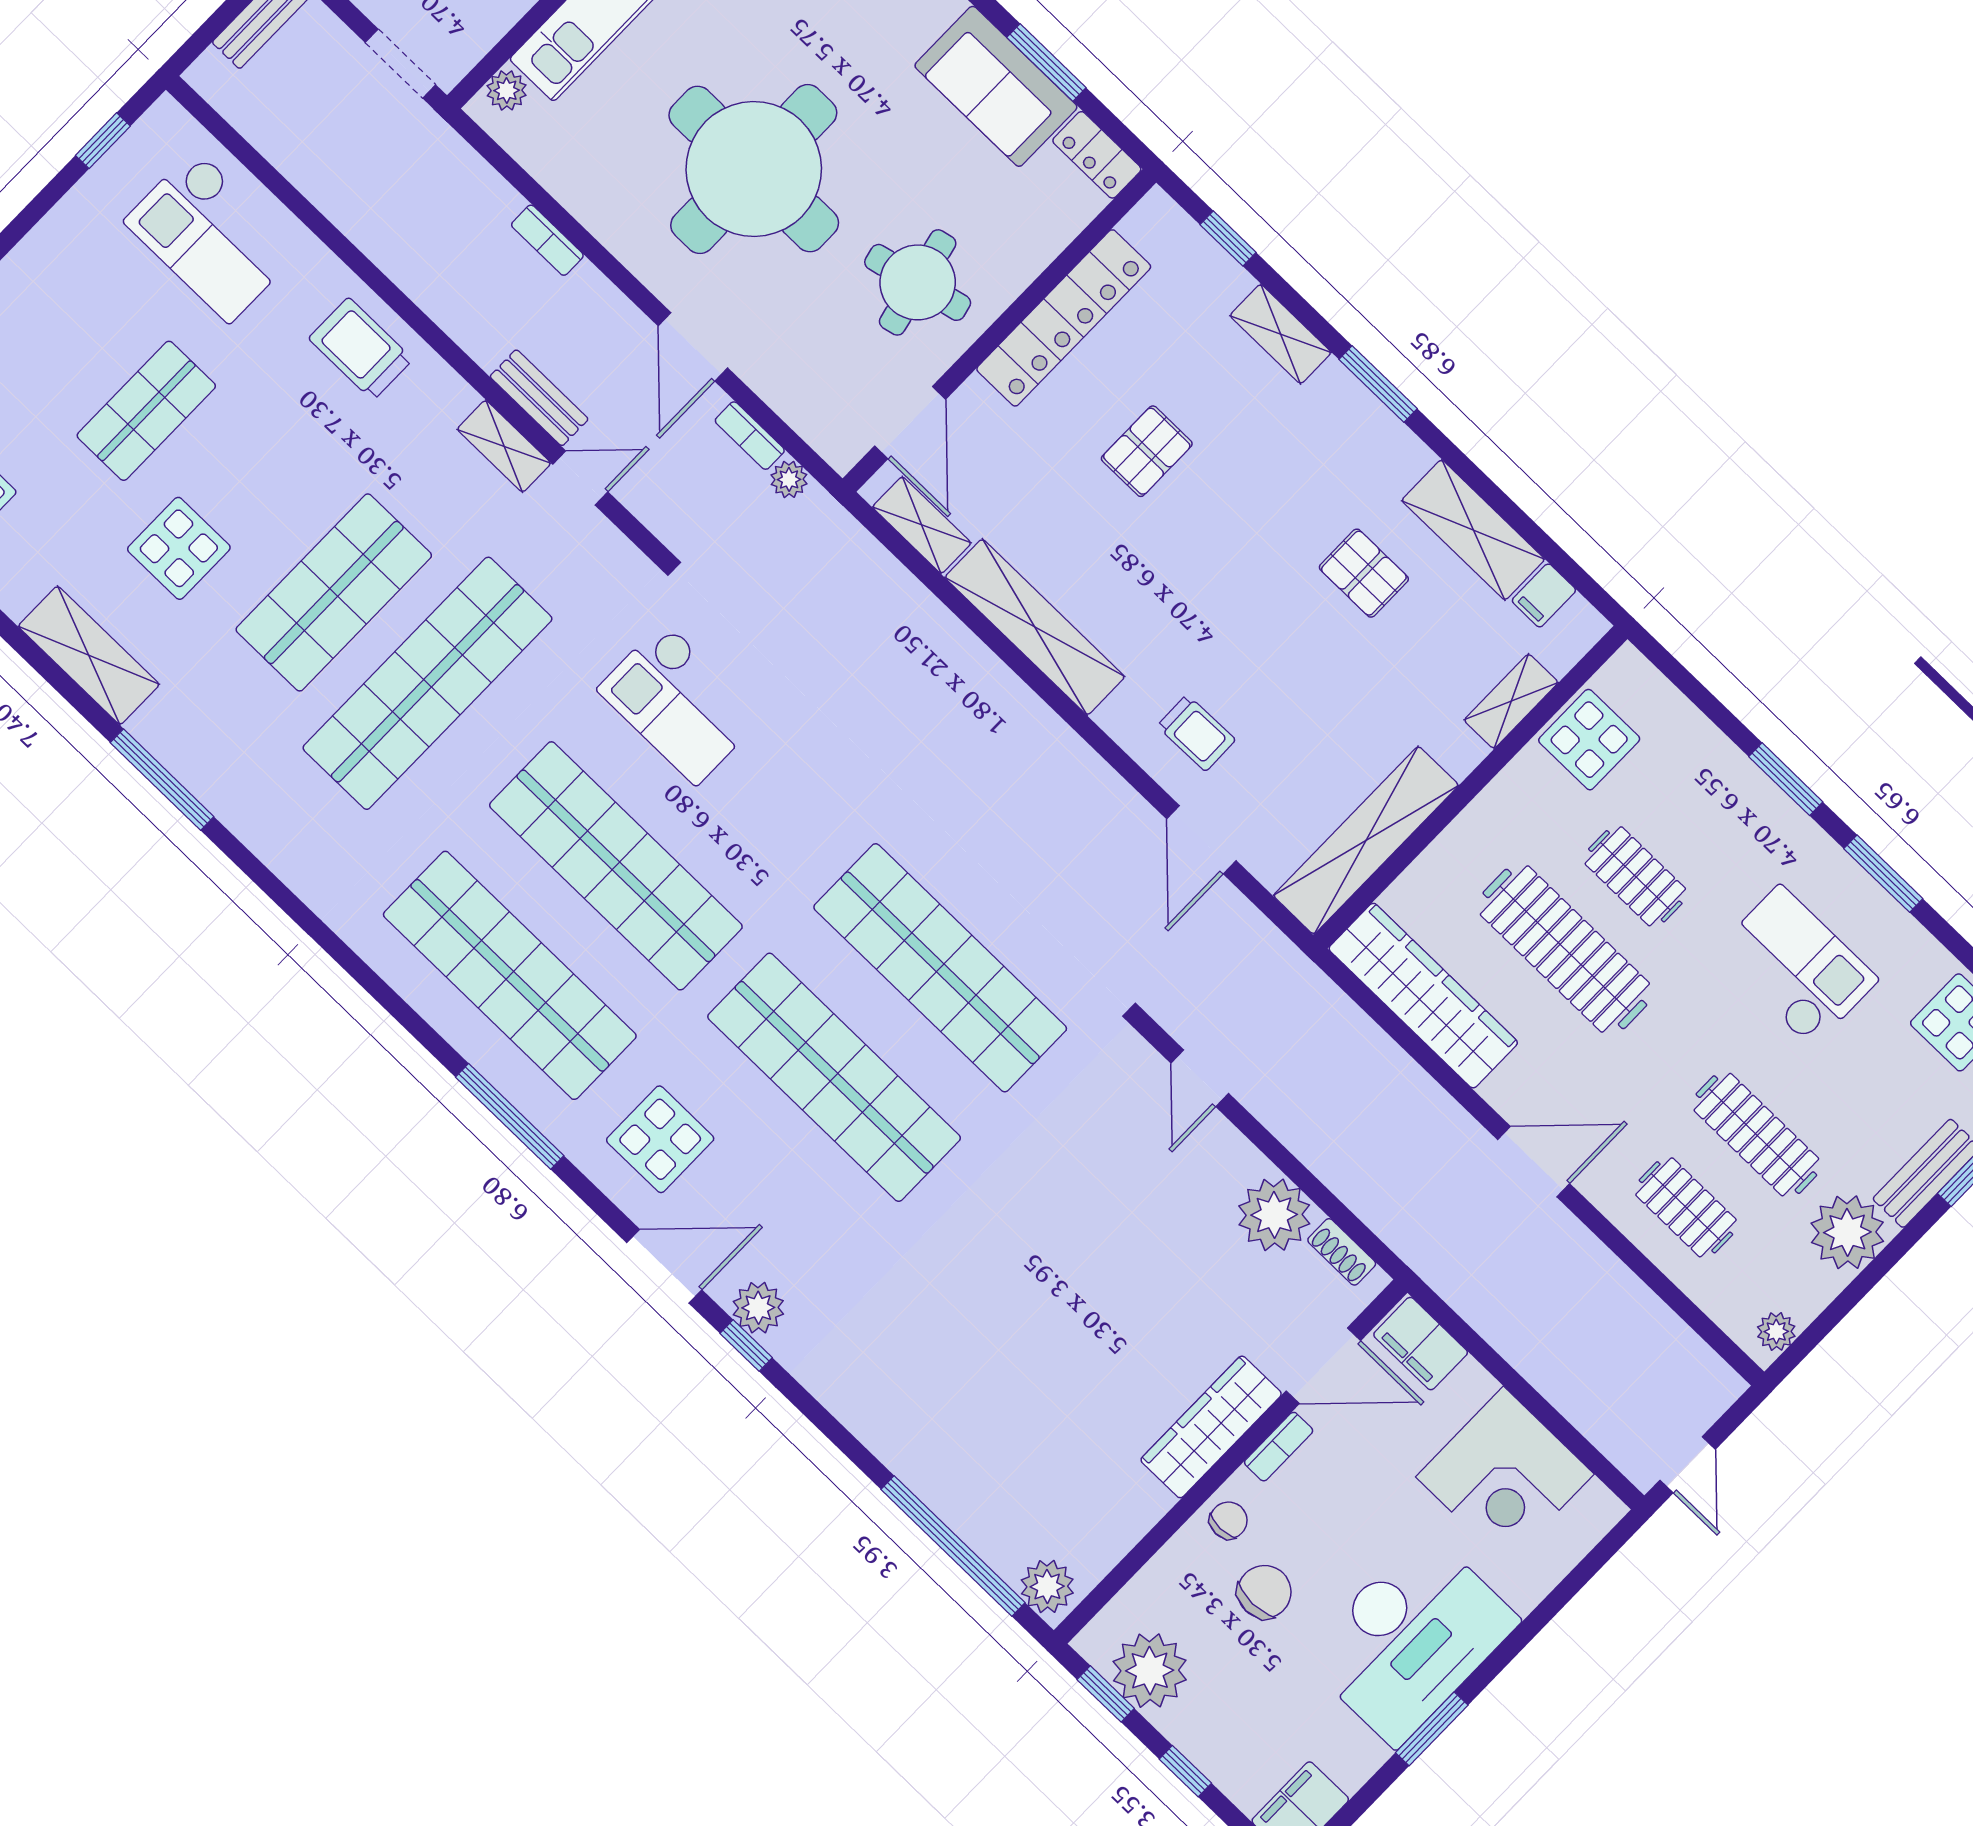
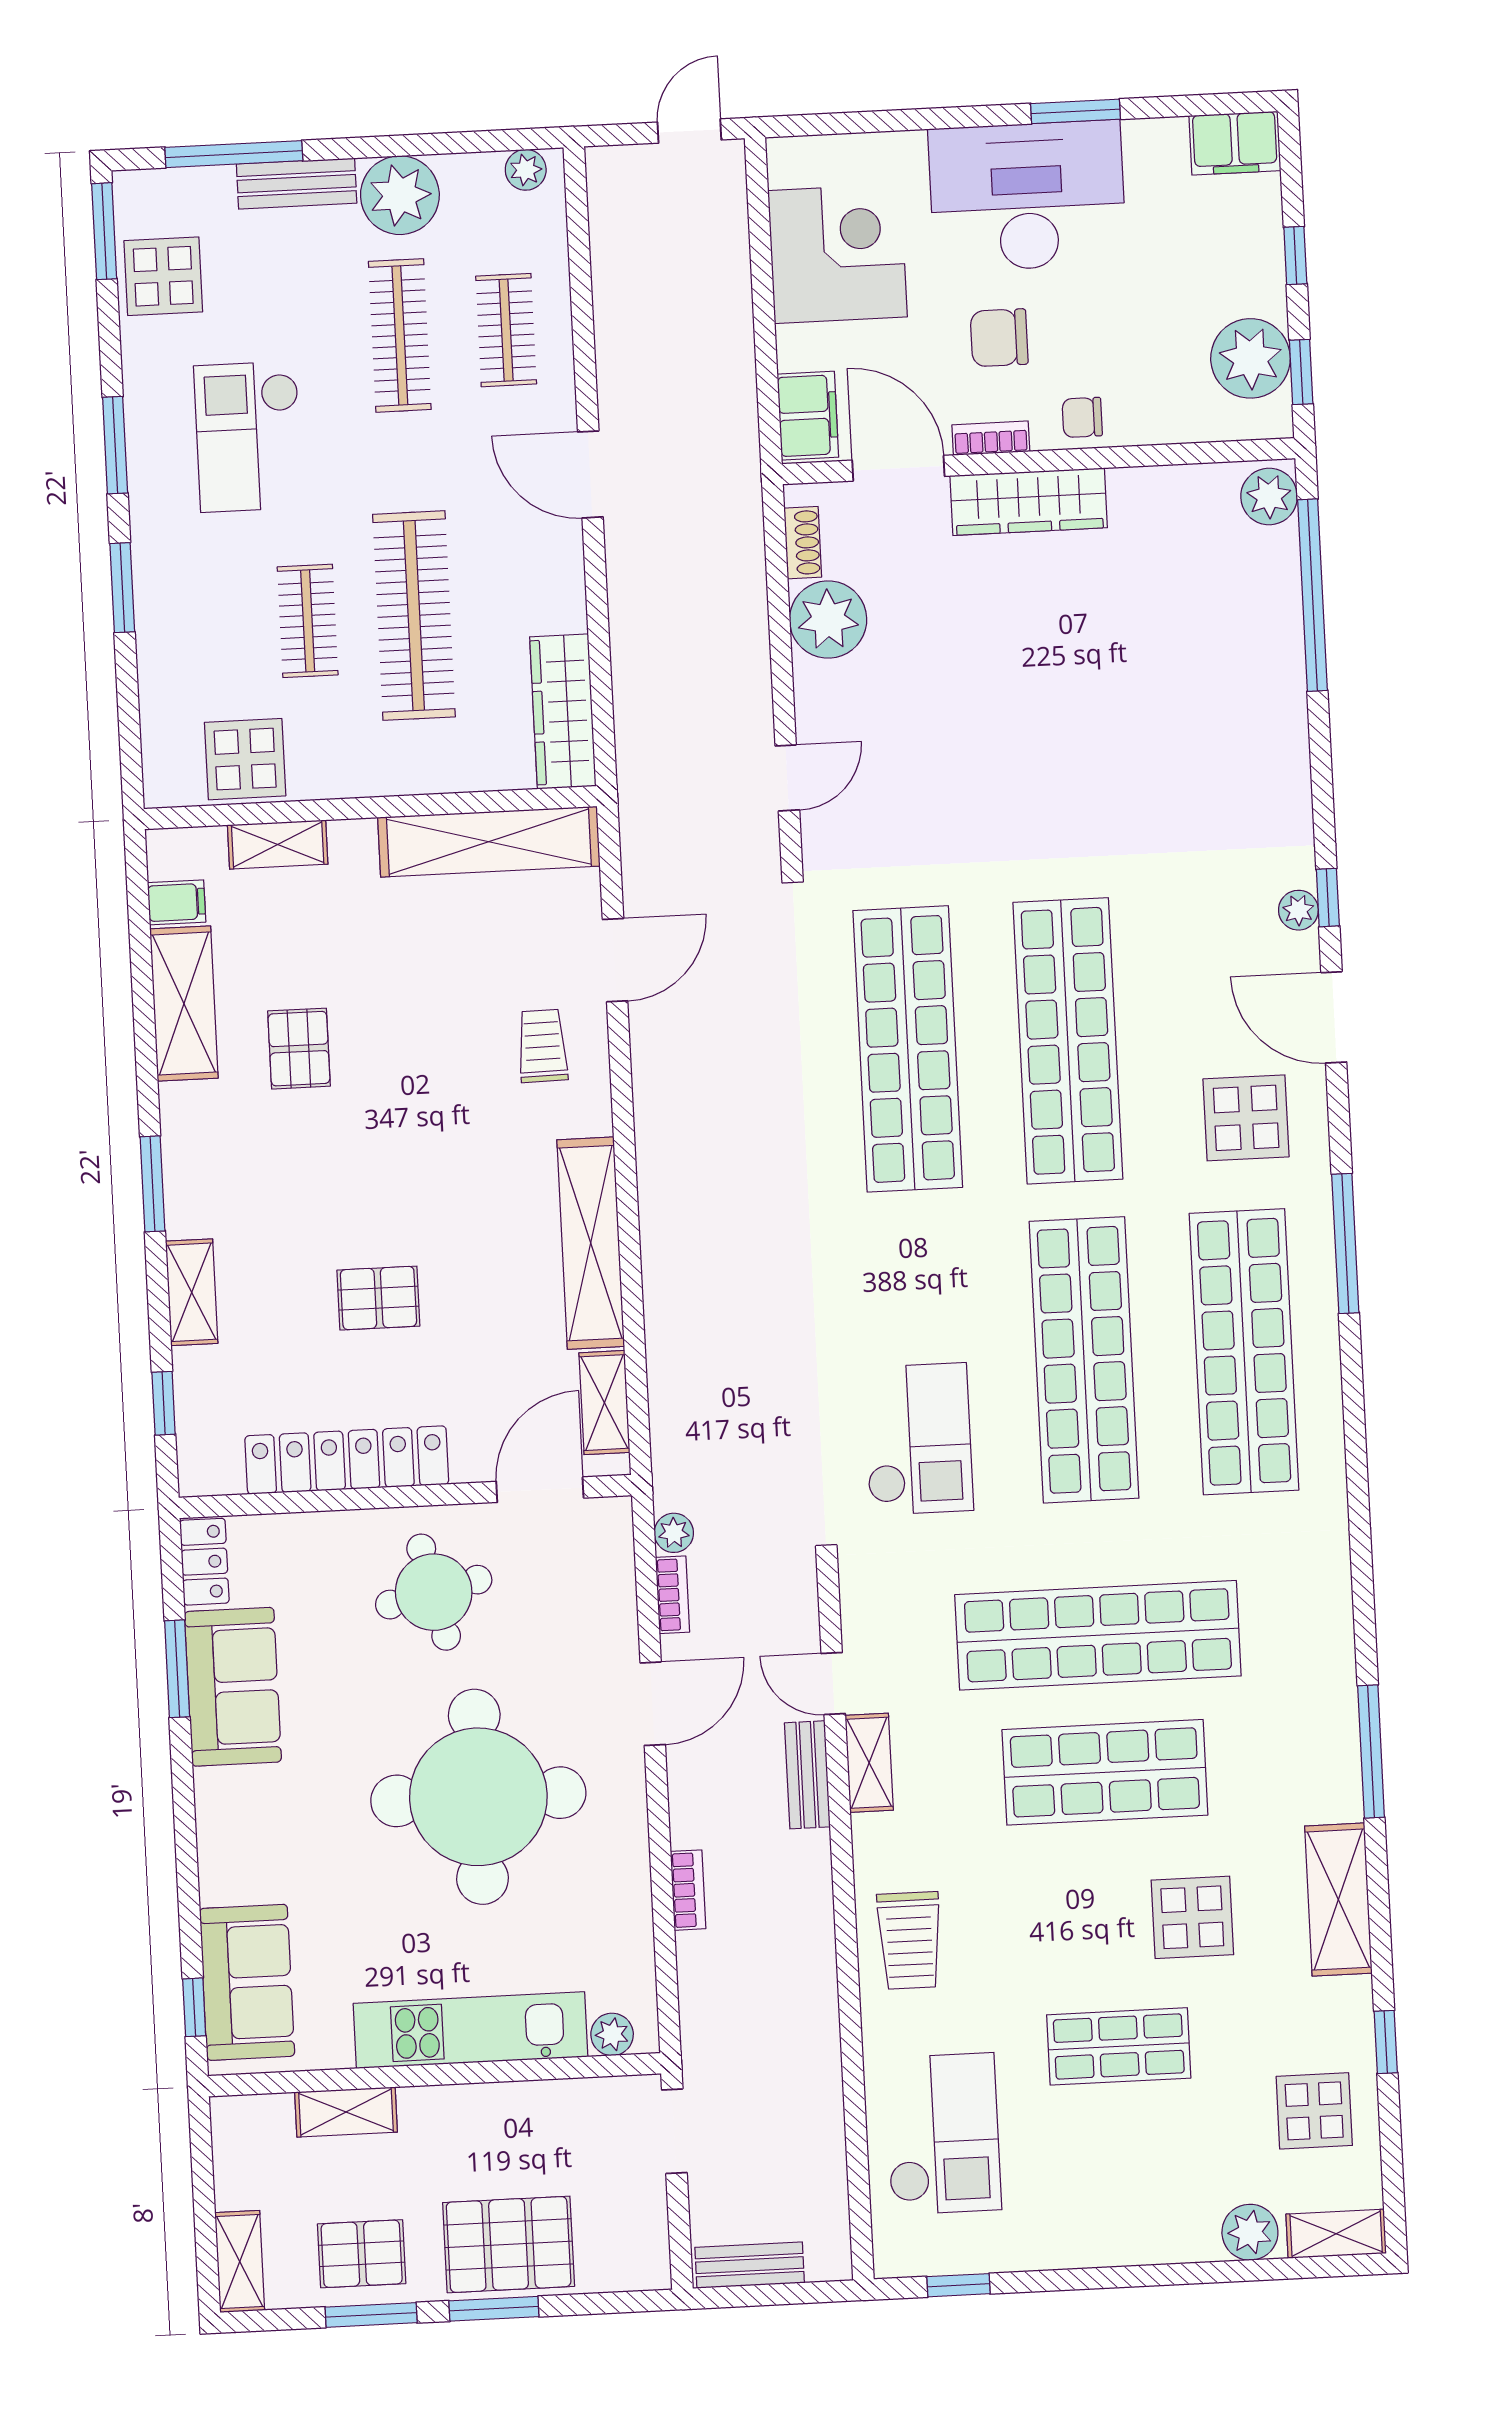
wardrobe: (1423, 996) -> (563, 711), width x0.71, depth x0.85
plant: (758, 1308) -> (1298, 910), width x0.73, depth x0.73
chair: (1264, 1592) -> (999, 338), moved

